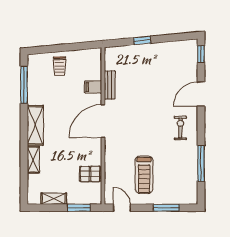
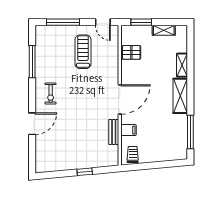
window: (201, 54) -> (32, 160), removed
trolley: (60, 66) -> (133, 155), moved
window: (166, 208) -> (63, 22), width x1.44

